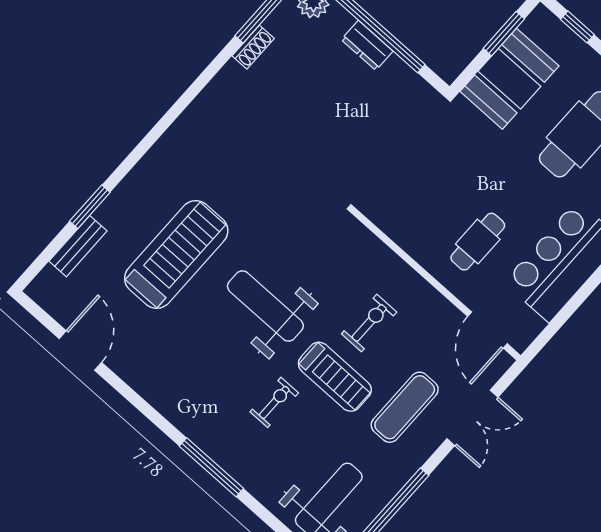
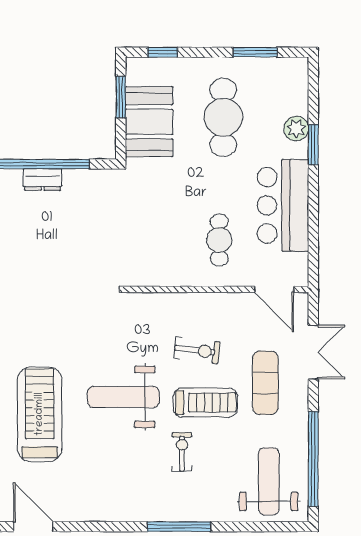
exercise bike: (369, 323) -> (197, 350), turned 97

